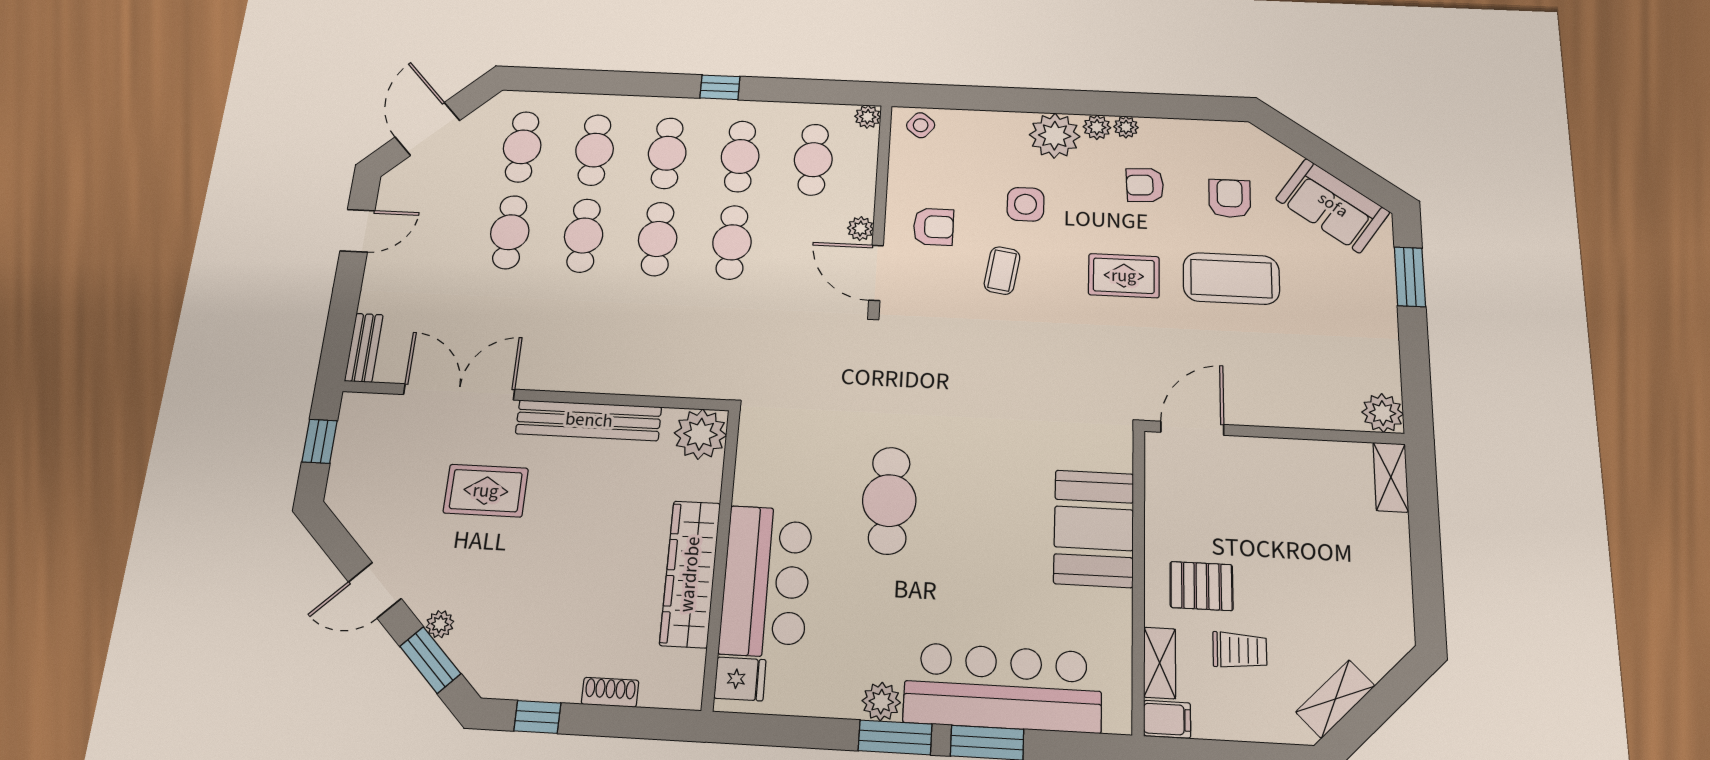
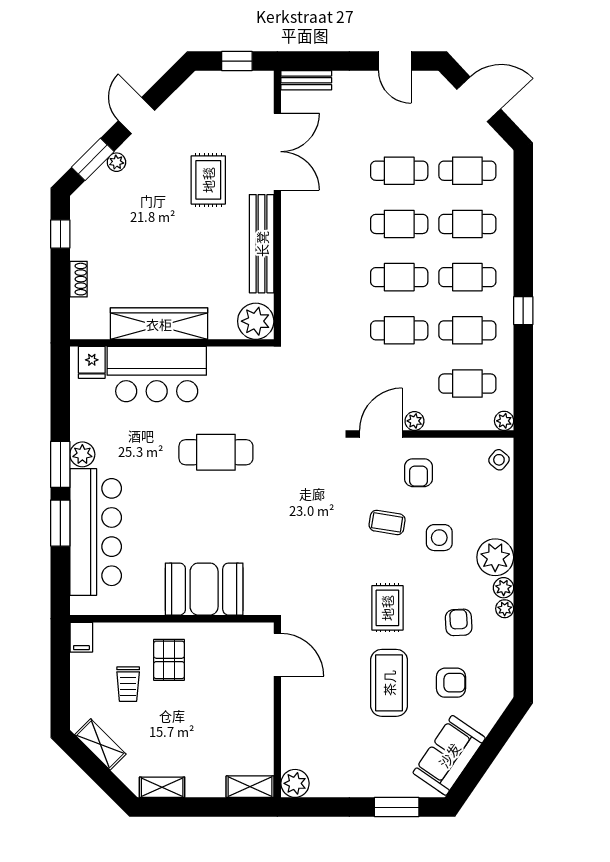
shelving: (1160, 663) -> (162, 787), moved

